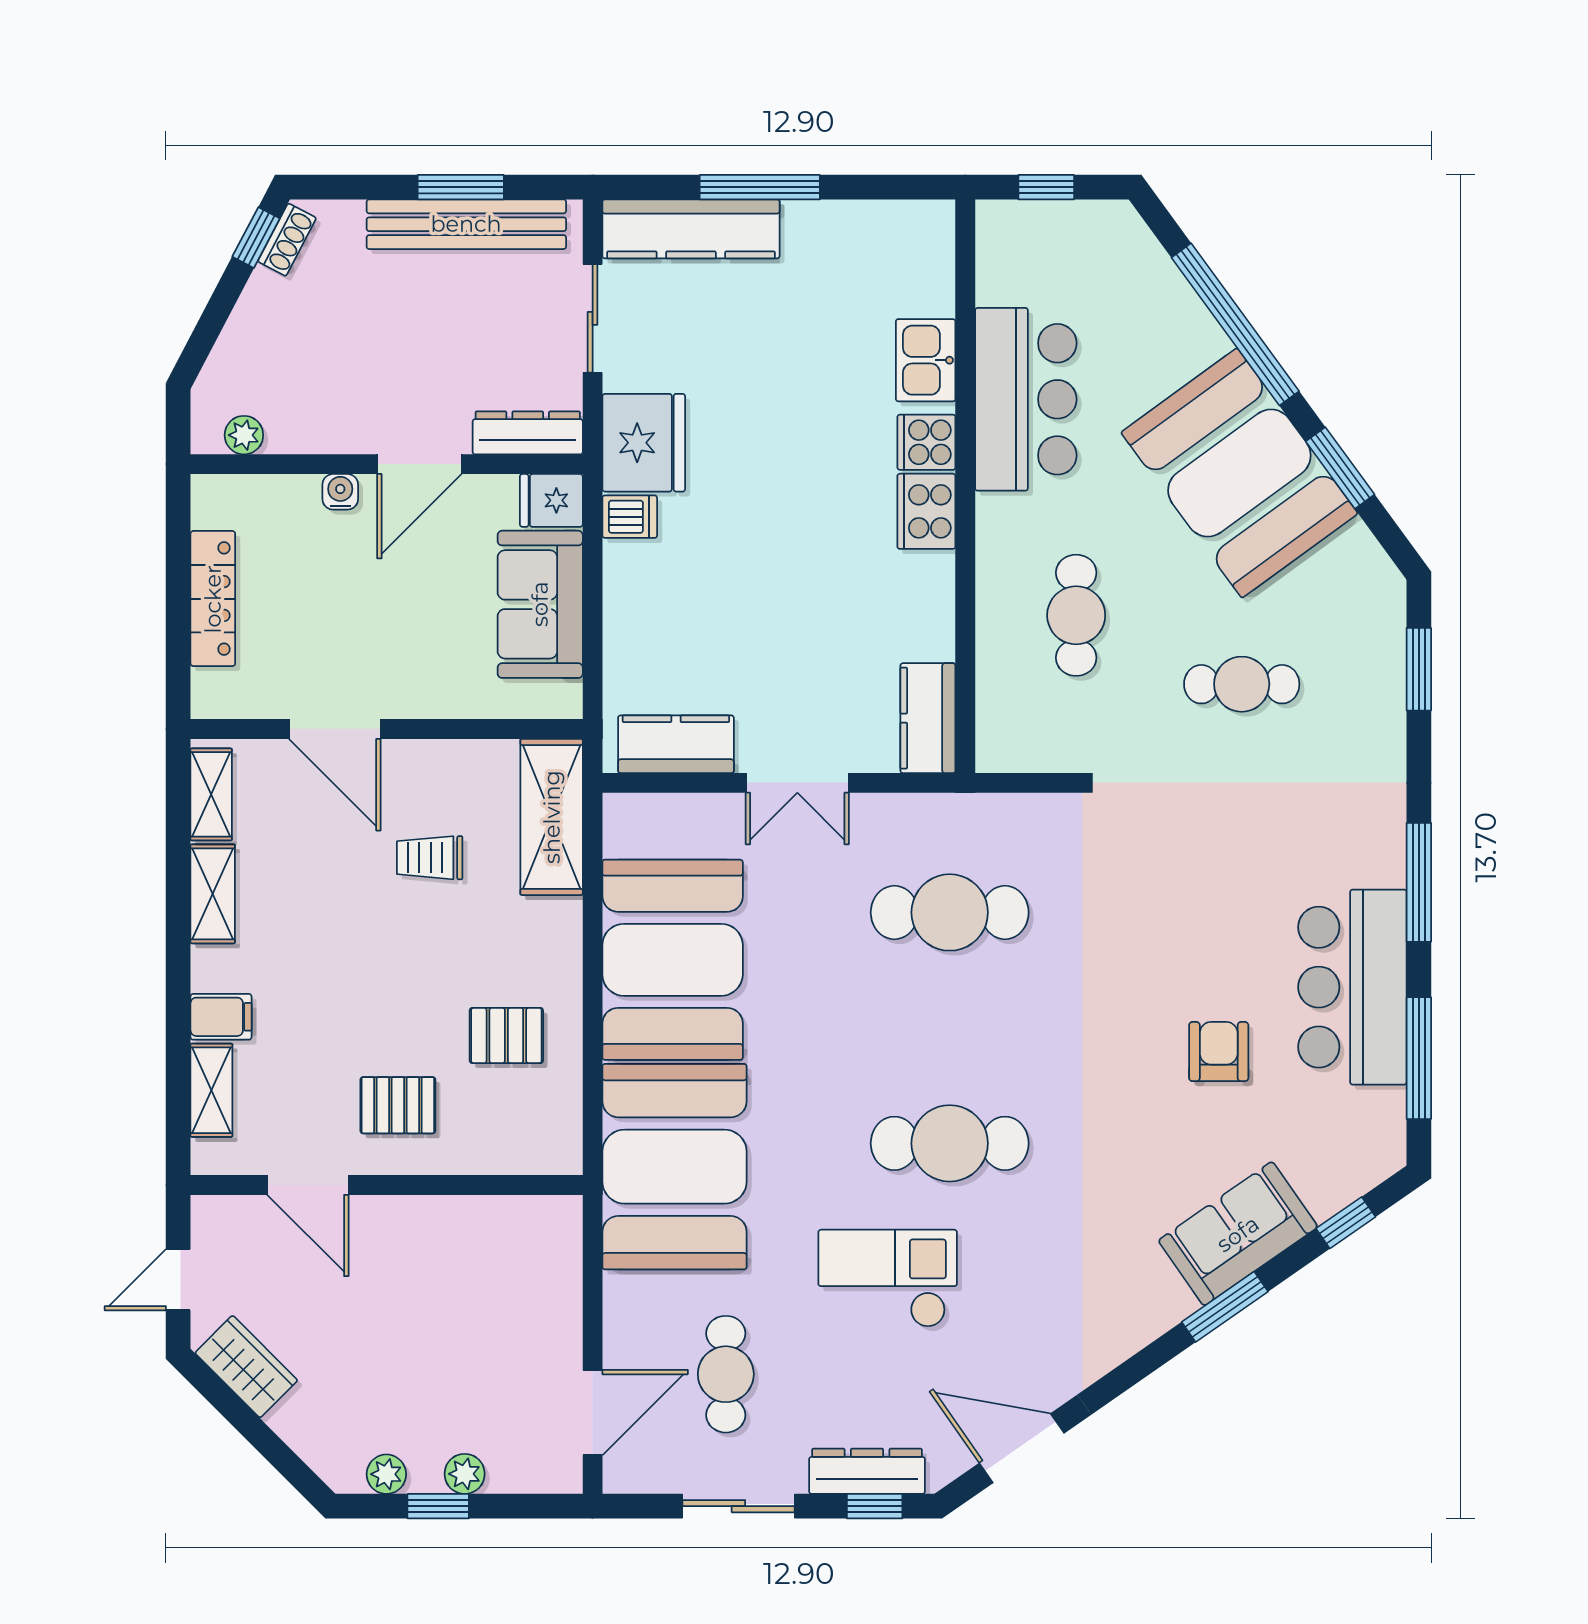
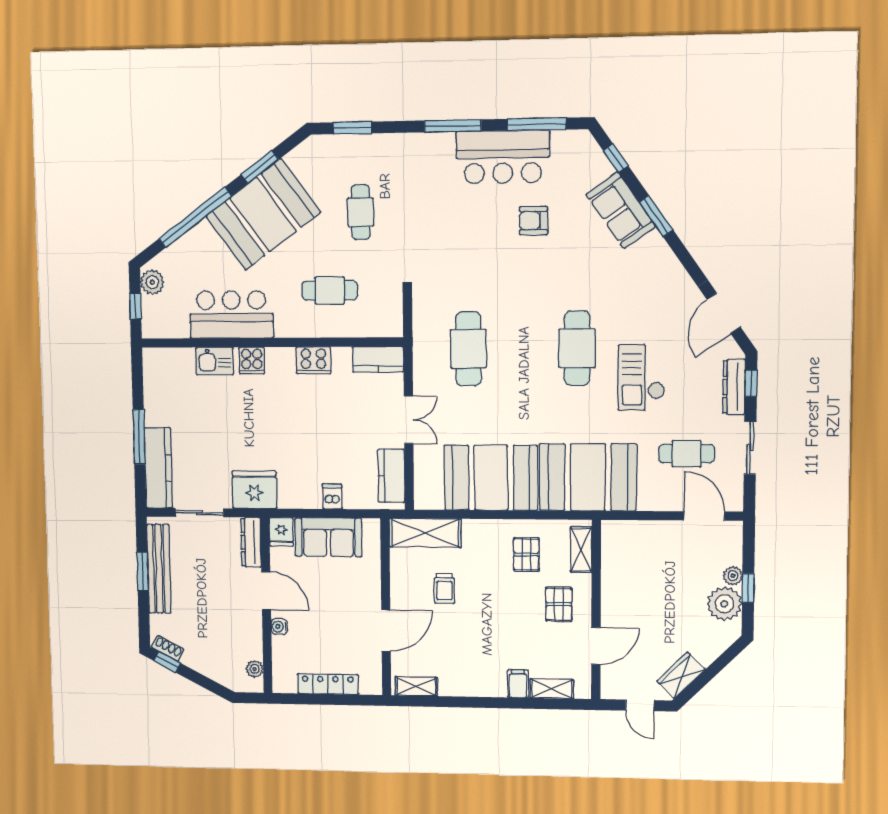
plant: (1097, 226) -> (152, 282), added
cooker: (926, 511) -> (313, 360), moved
dishwasher: (630, 517) -> (332, 497), moved
shelving: (213, 894) -> (581, 550), moved, turned 90
plant: (386, 1474) -> (724, 604), width x1.88, depth x1.88

